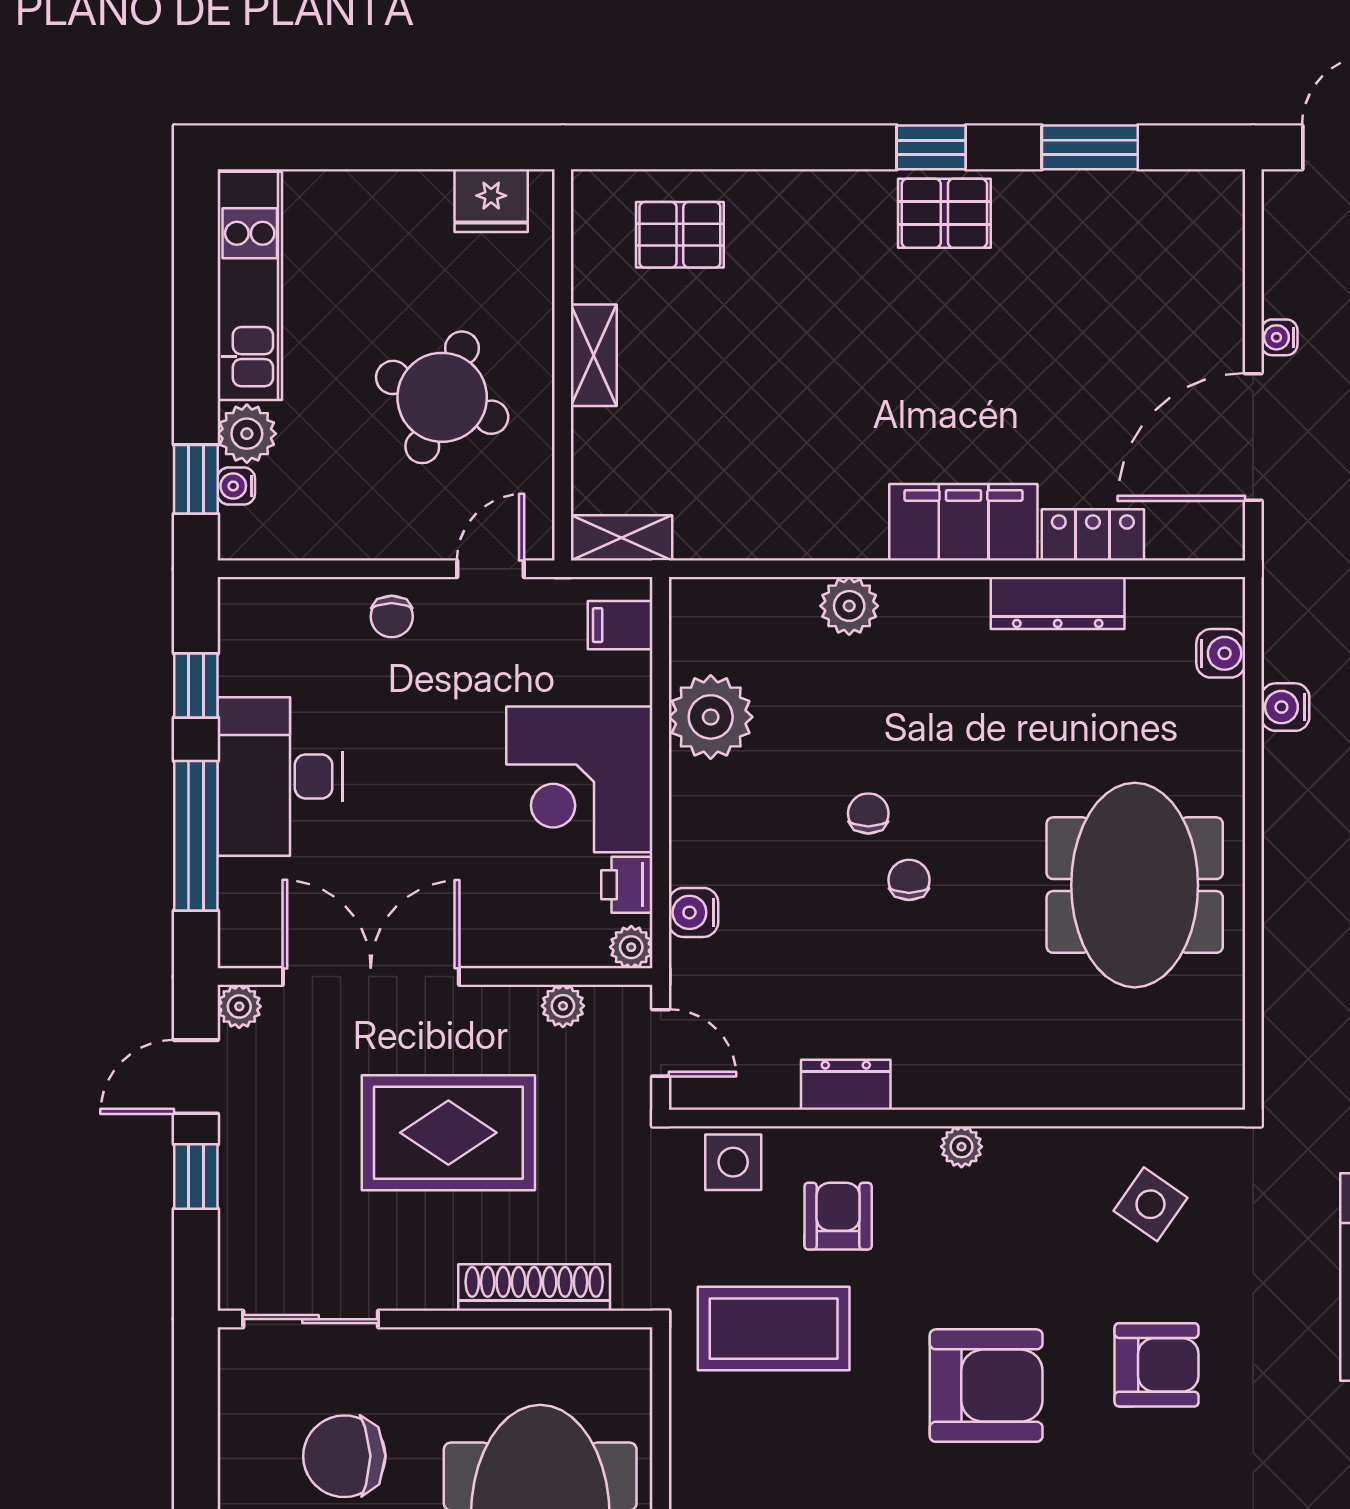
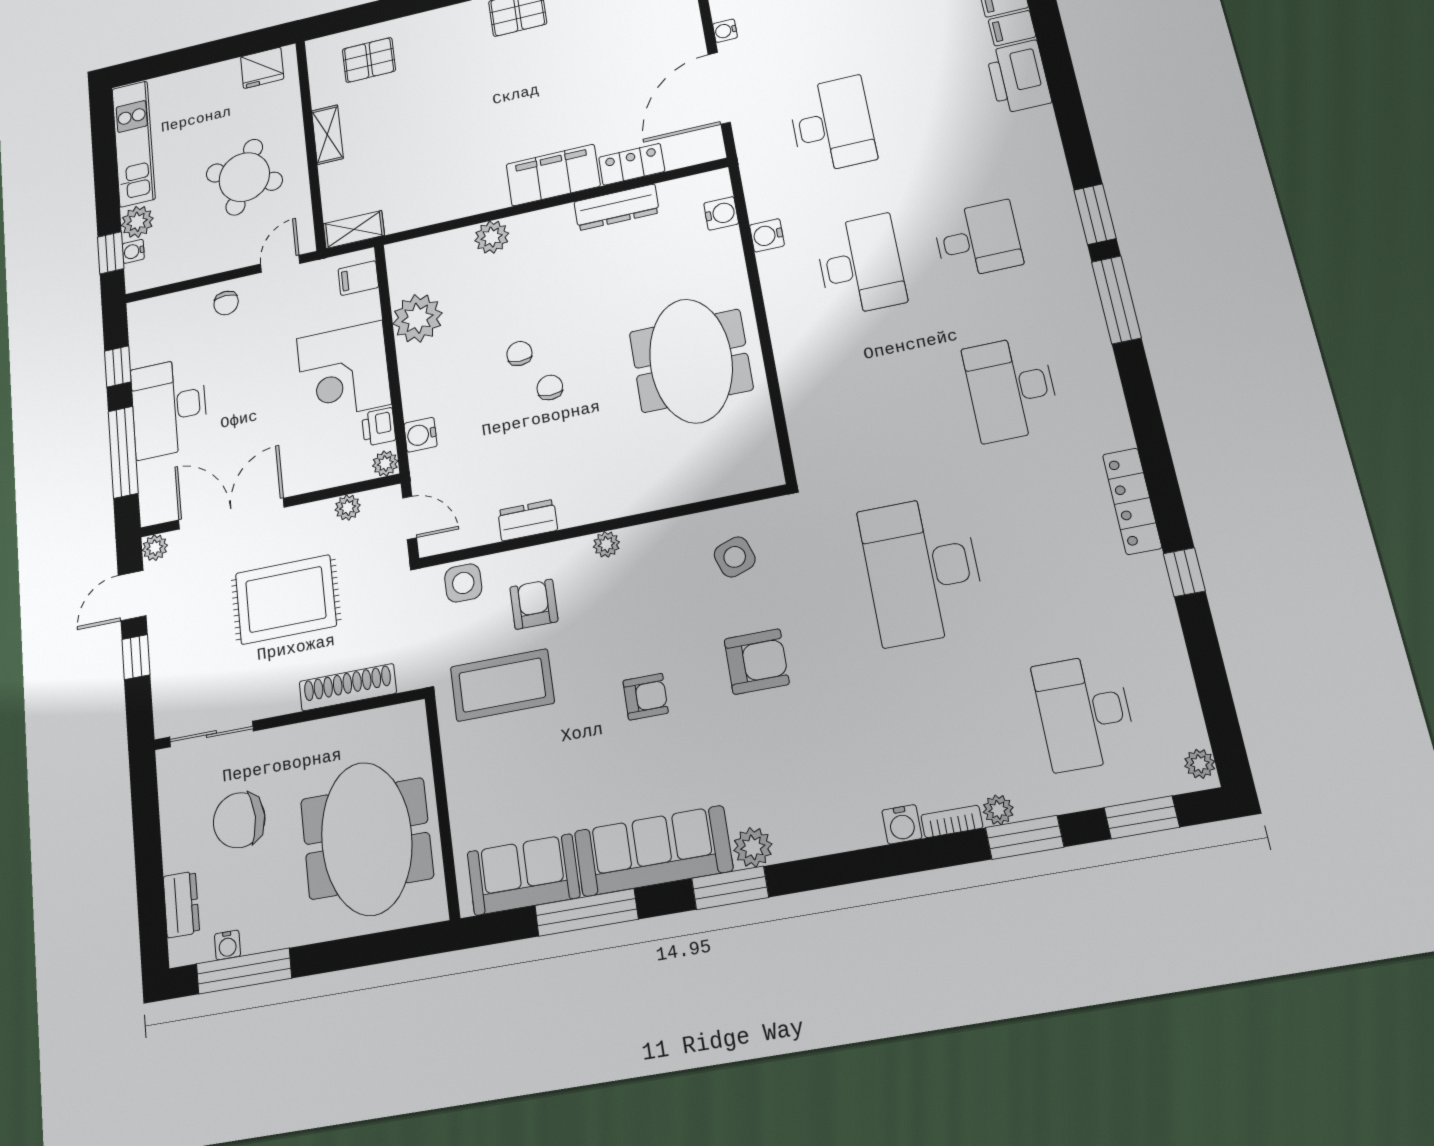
side table: (1150, 1204) -> (735, 557), turned 36
armchair: (986, 1386) -> (646, 697), width x0.53, depth x0.53

